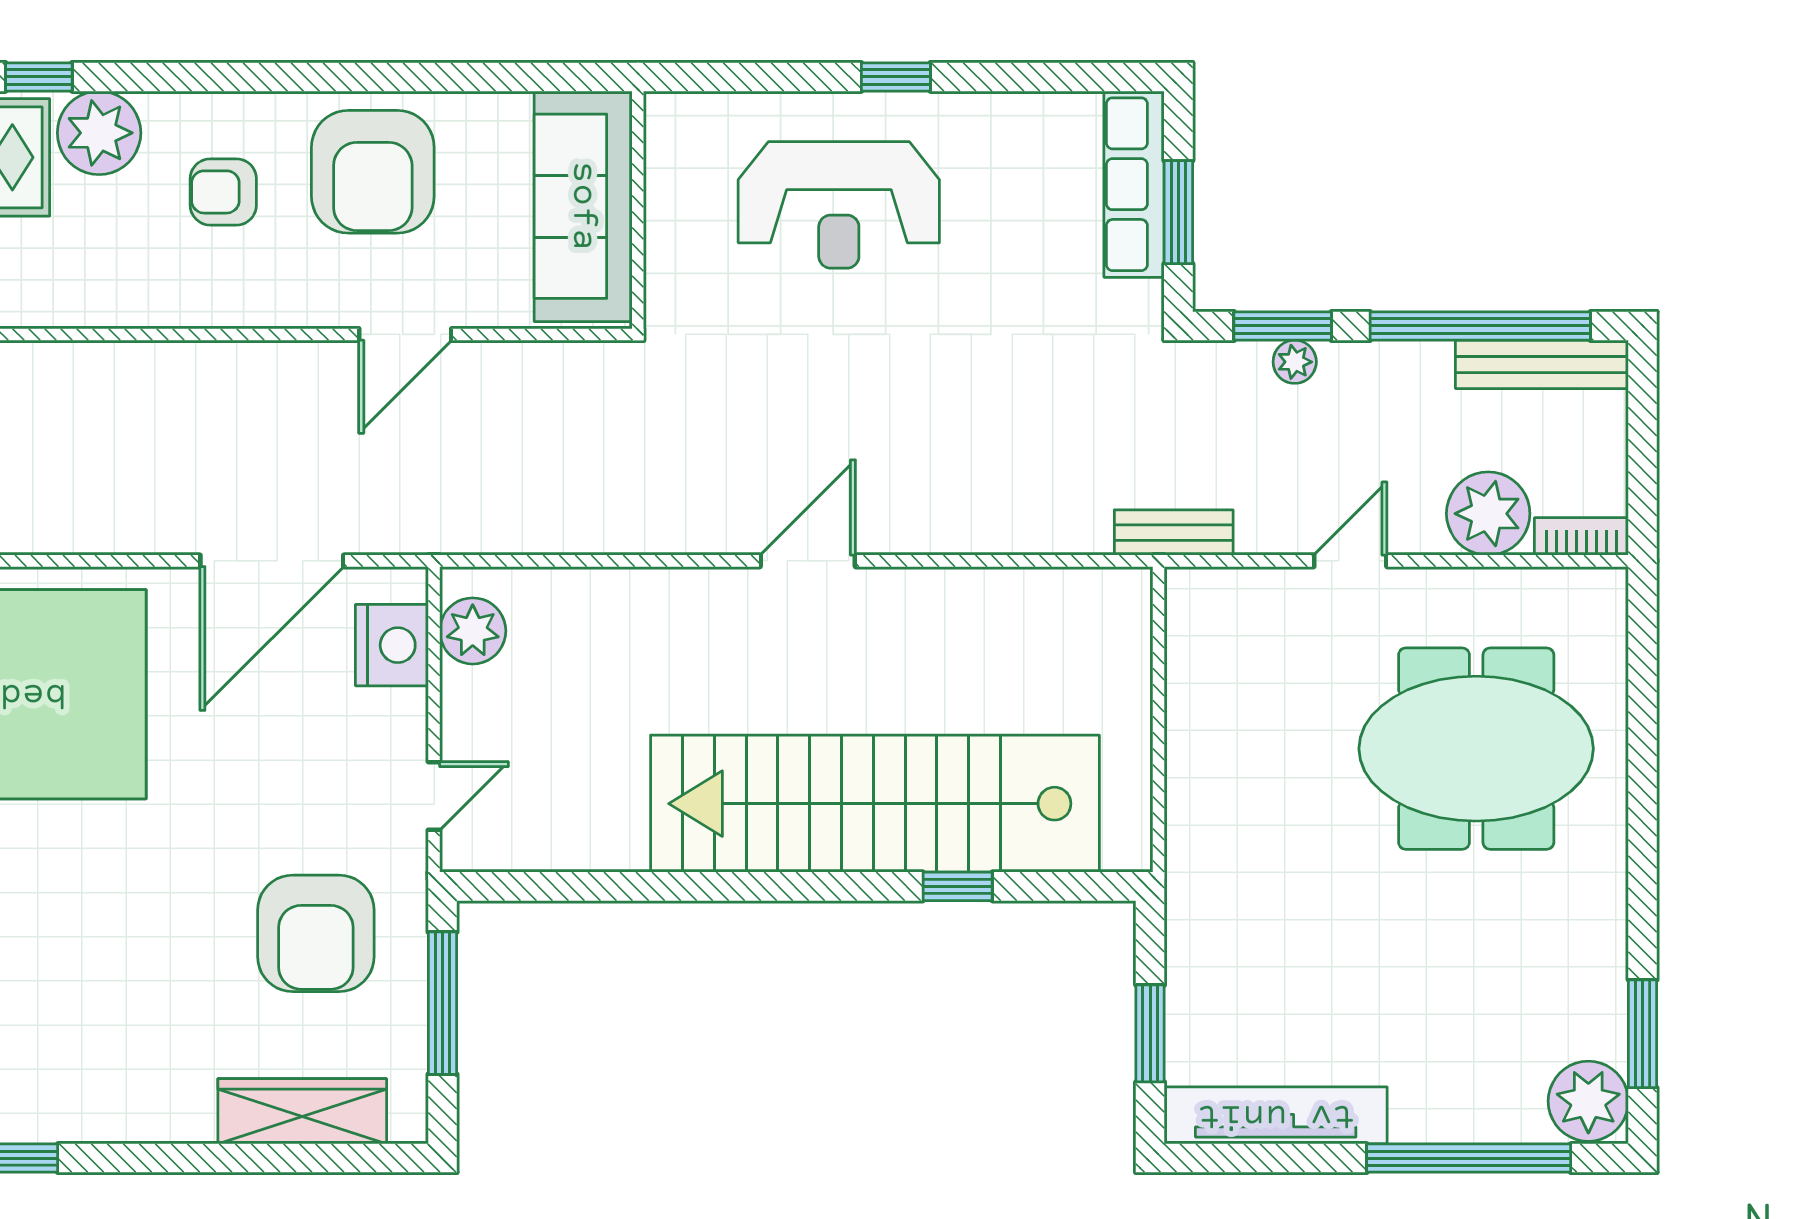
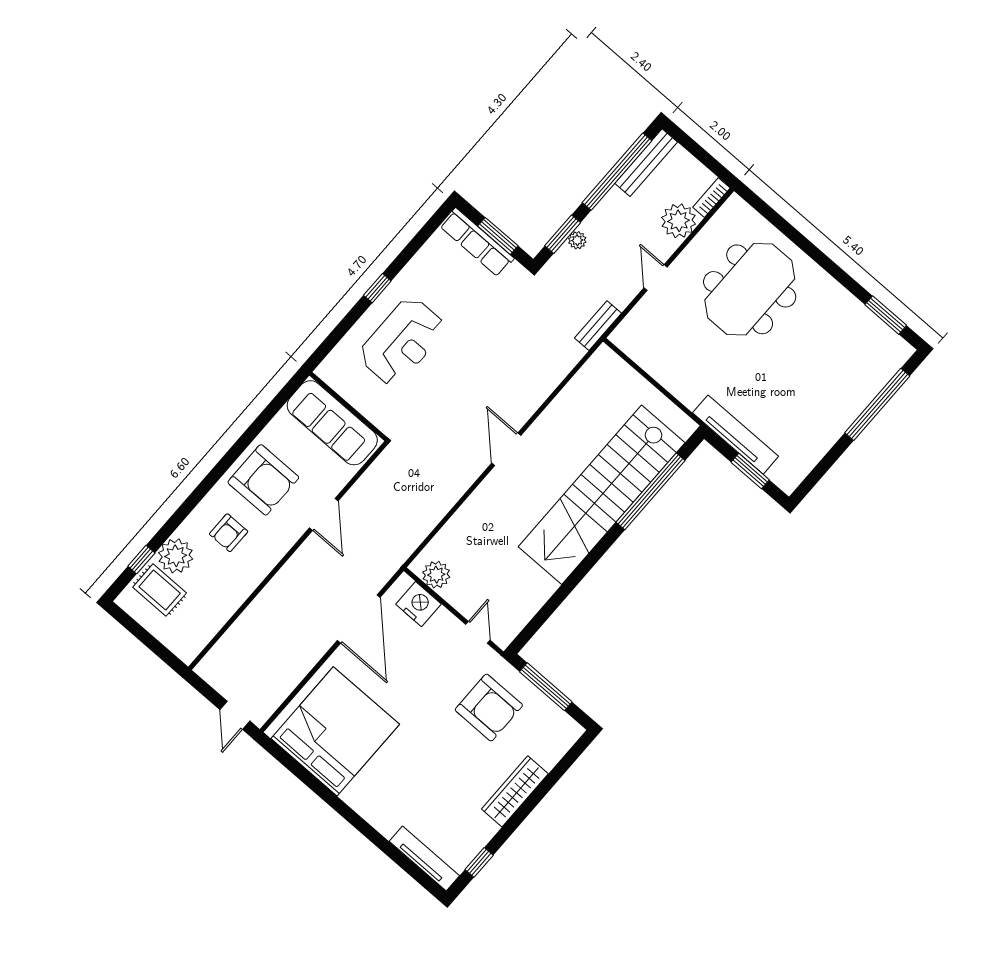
window: (958, 886) -> (651, 491), width x3.17
plant: (1588, 1101) -> (892, 351), removed
wardrobe: (302, 1111) -> (515, 791), moved
tv unit: (1276, 1115) -> (736, 435), moved, turned 90

